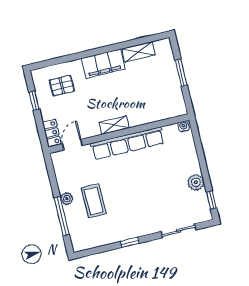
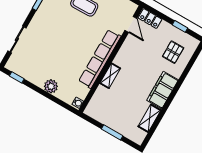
shelving: (114, 125) -> (110, 76), moved
plant: (196, 182) -> (51, 86), moved

